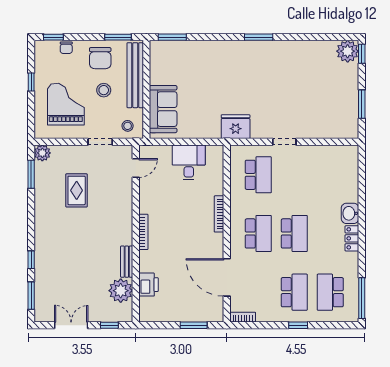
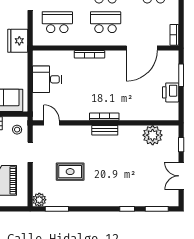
bench: (127, 262) -> (105, 130), moved
printer: (148, 285) -> (171, 92), moved, turned -90

